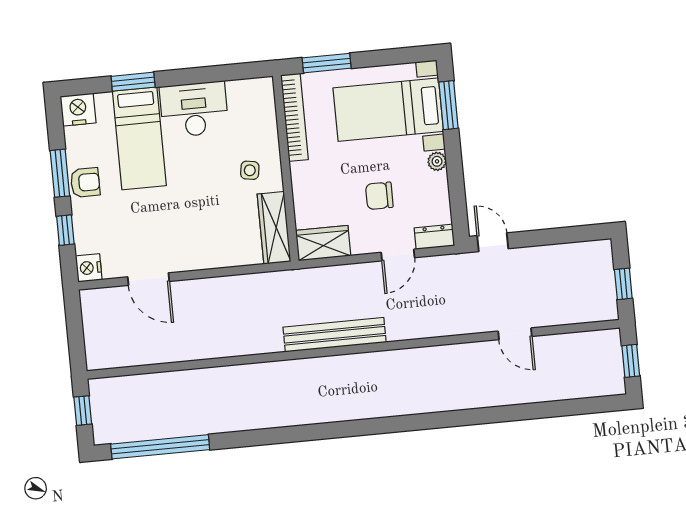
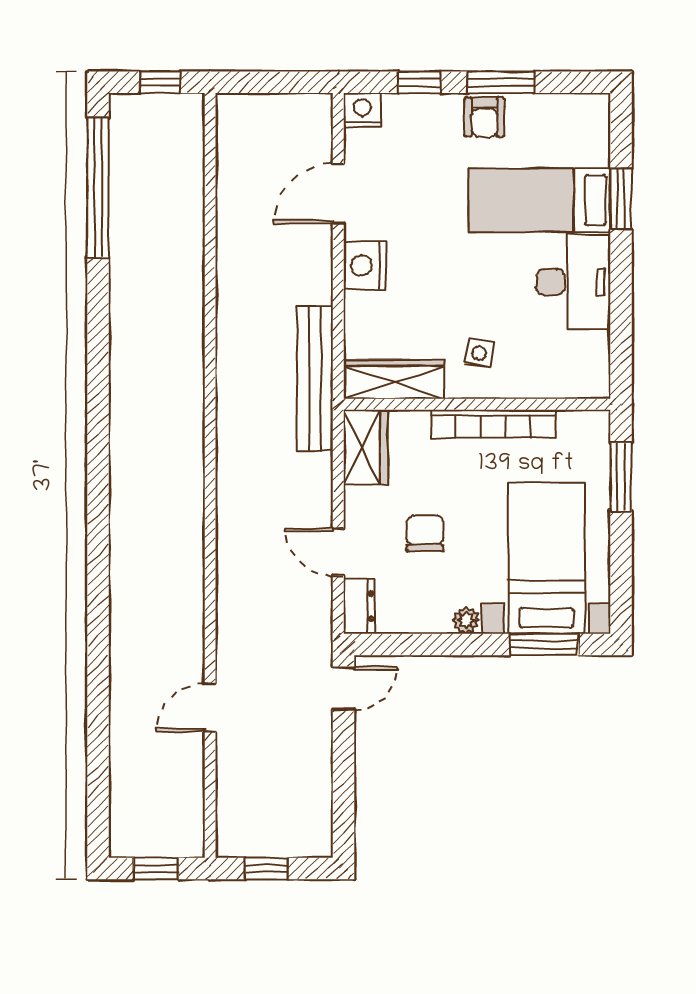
nightstand: (78, 110) -> (365, 265), moved, turned 180
bookcase: (295, 117) -> (493, 424), moved
bench: (335, 335) -> (315, 379), moved

